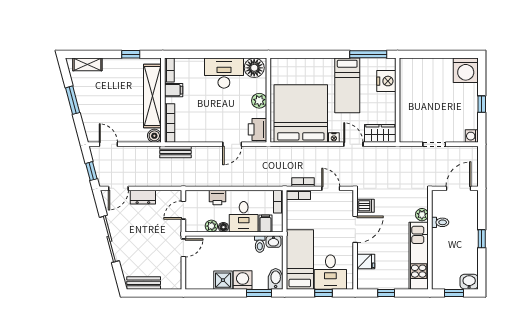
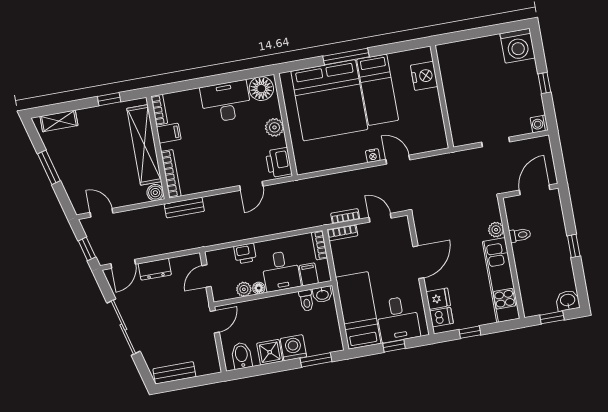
window: (368, 54) -> (346, 57), moved
bed: (301, 114) -> (329, 100), moved, turned 180
wardrobe: (380, 133) -> (428, 141), removed
dishwasher: (365, 206) -> (441, 317), moved
bidet: (276, 279) -> (242, 356), moved

